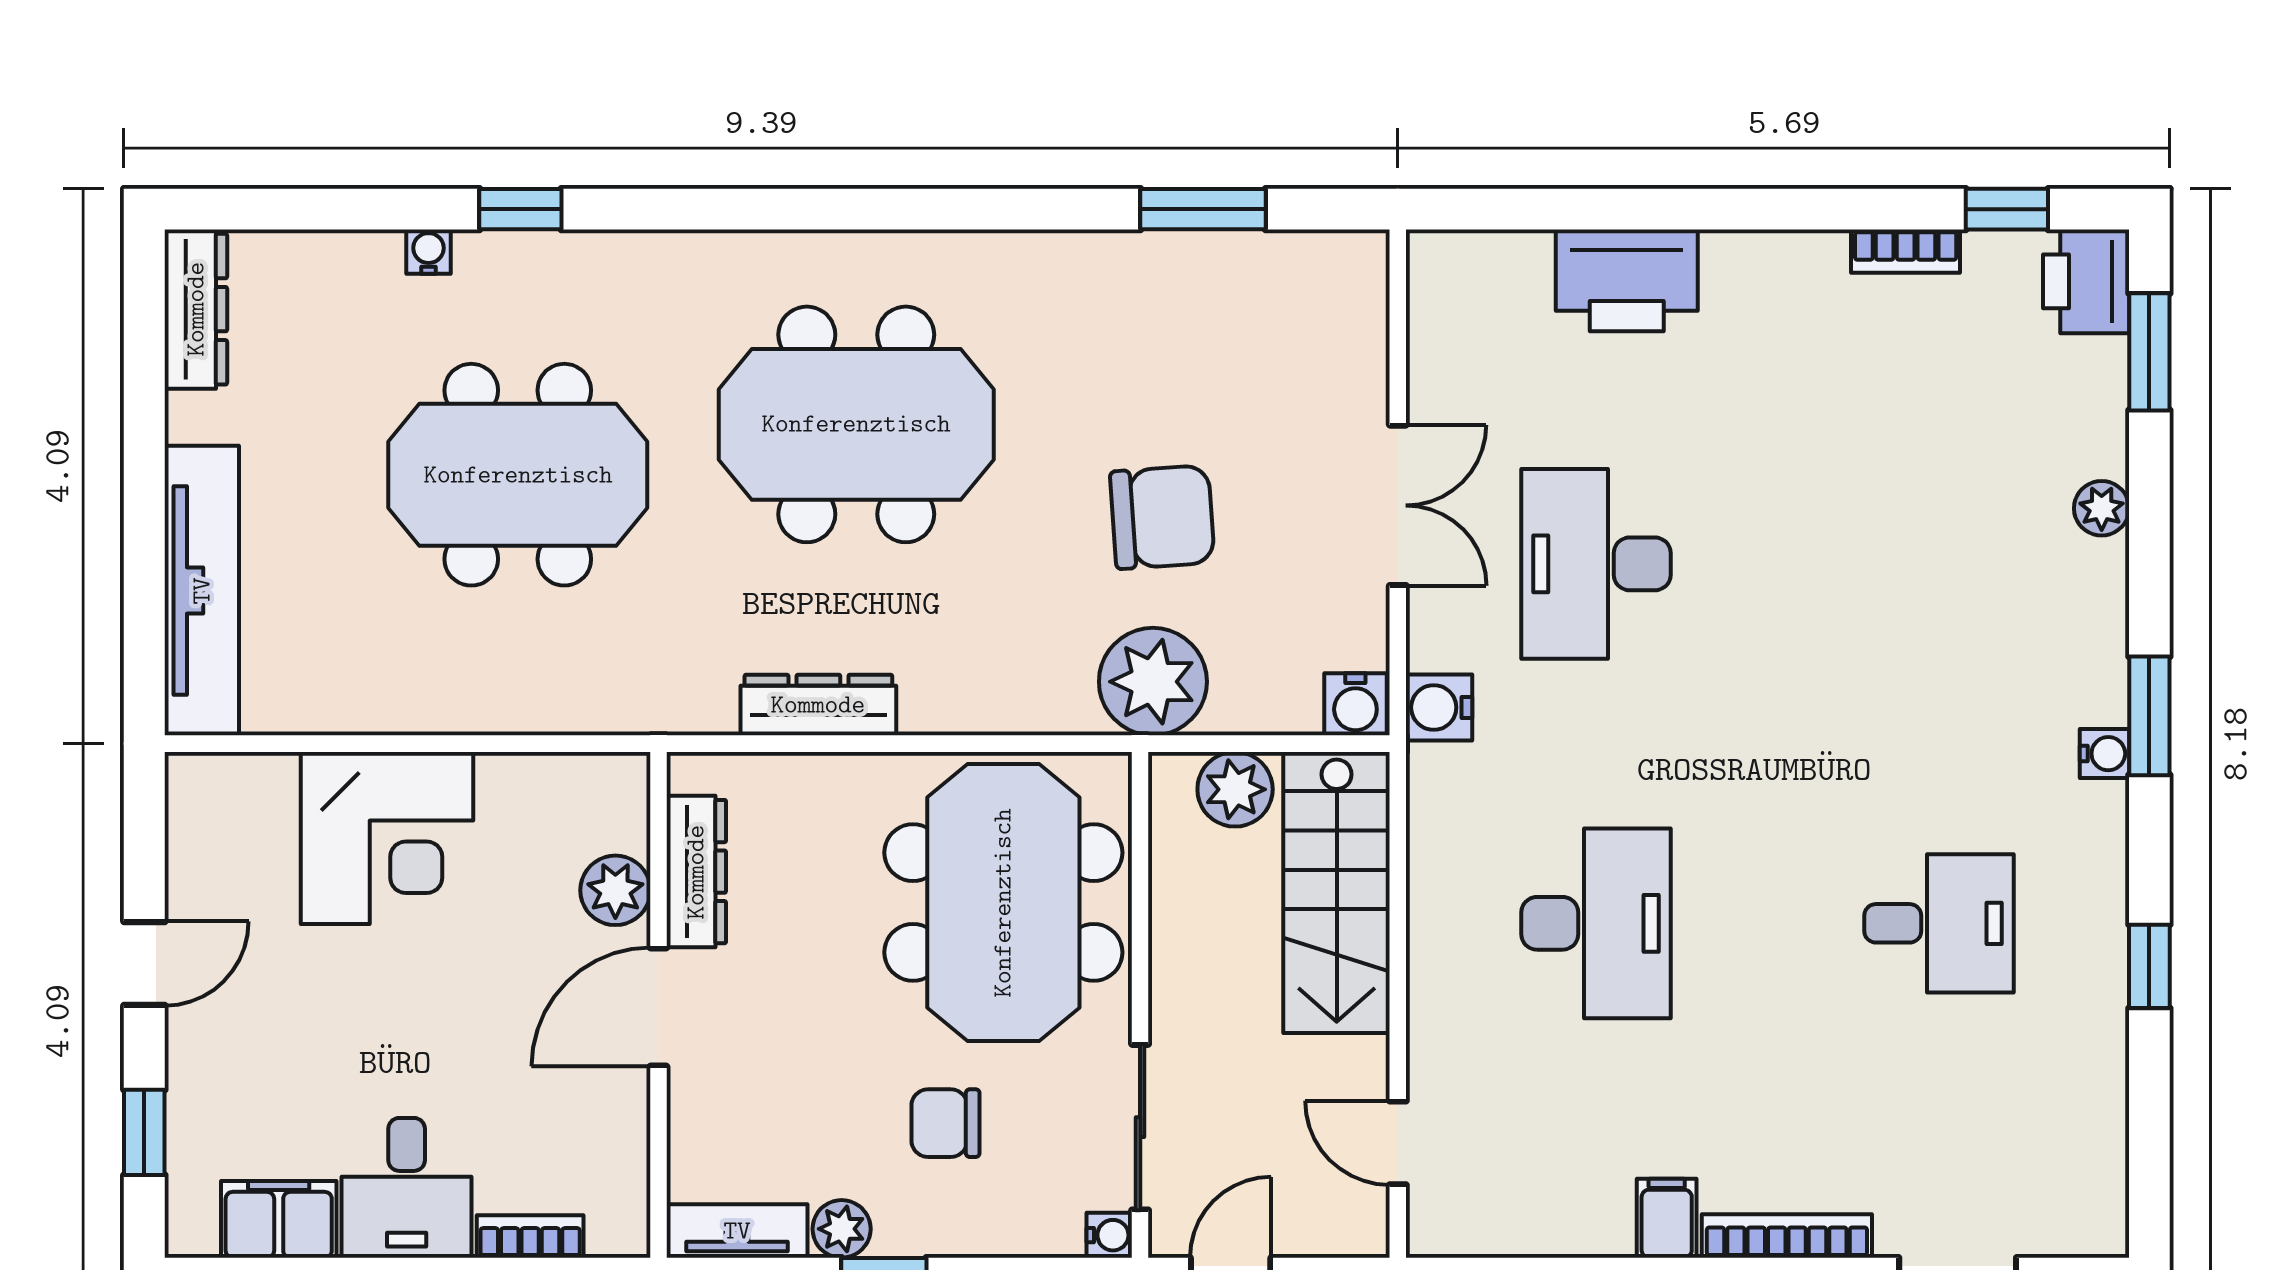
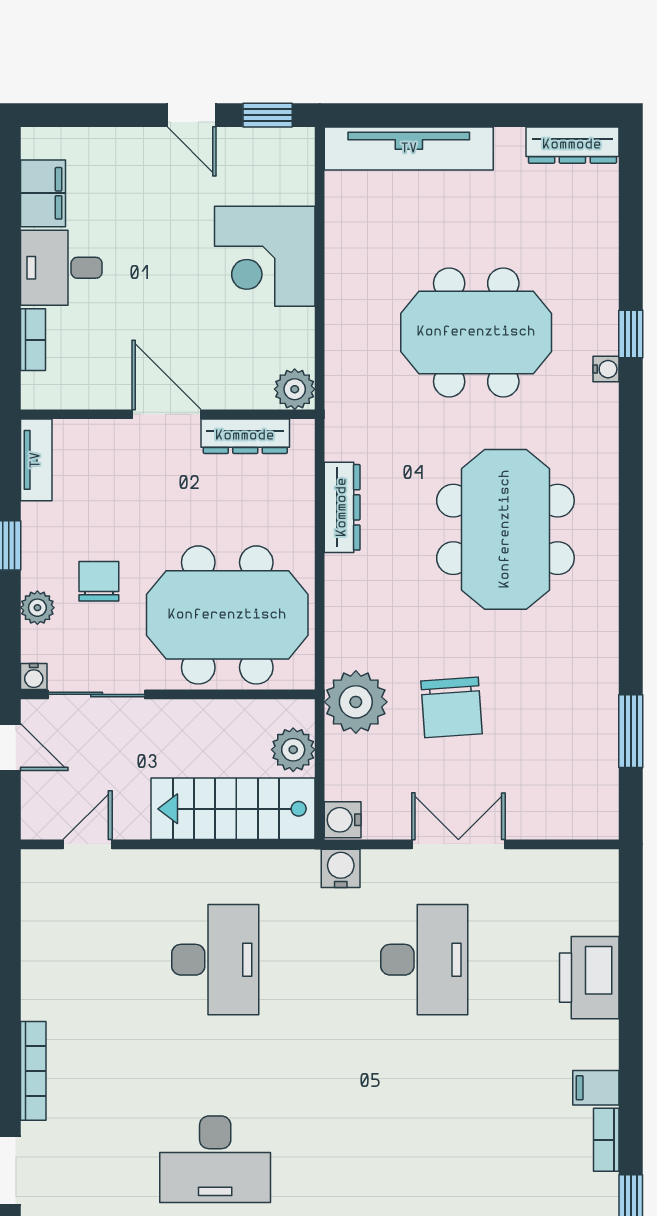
water cooler: (429, 252) -> (606, 369), moved
meeting table: (518, 475) -> (476, 332), turned 90
double door: (1398, 505) -> (458, 844), swing flipped
desk: (1596, 564) -> (424, 960), turned 90
plant: (615, 890) -> (295, 389), moved
desk: (1596, 923) -> (215, 960), turned -90
desk: (1939, 923) -> (215, 1159), width x1.37
window: (144, 1132) -> (268, 115), moved
filing cabinet: (1667, 1218) -> (596, 1088), moved, turned 180
plant: (842, 1229) -> (37, 608), moved

